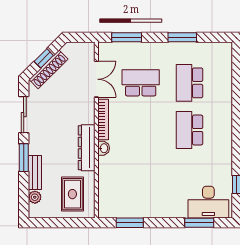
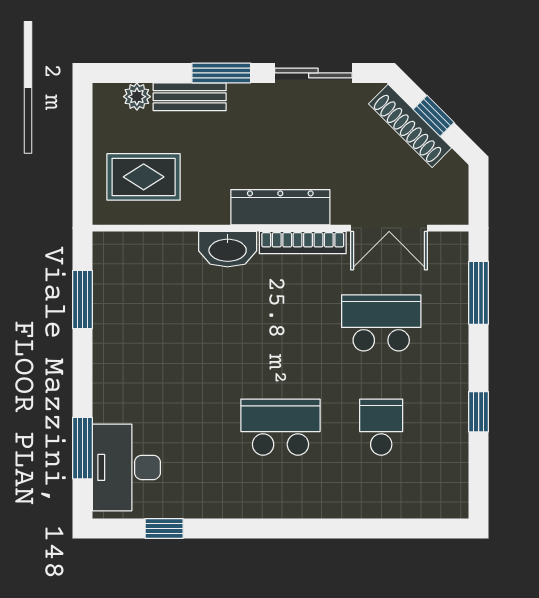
window: (182, 37) -> (479, 412), width x0.67
school desk: (141, 83) -> (381, 323), turned -90
school desk: (189, 83) -> (381, 427), width x0.54
dresser: (87, 148) -> (280, 207), moved
washbasin: (104, 148) -> (228, 249), width x1.91, depth x1.45

